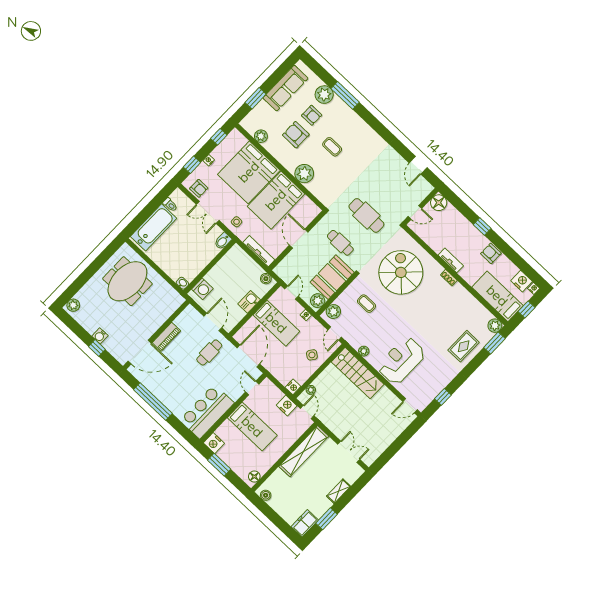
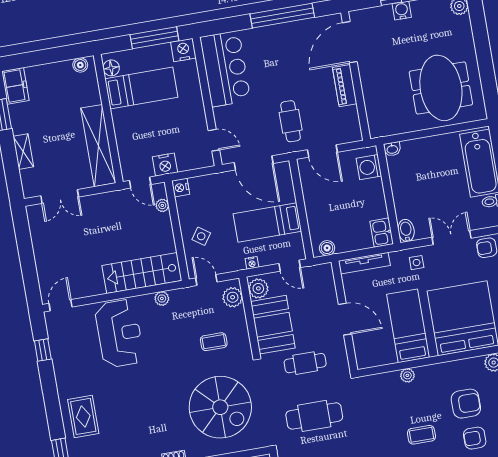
plant: (304, 174) -> (407, 375), width x0.53, depth x0.53
bed: (276, 200) -> (408, 326), width x0.67
kitchen sink: (249, 302) -> (382, 233), moved, turned 180
bed: (252, 427) -> (141, 88), moved, turned 180
window: (219, 465) -> (154, 38), width x1.44

